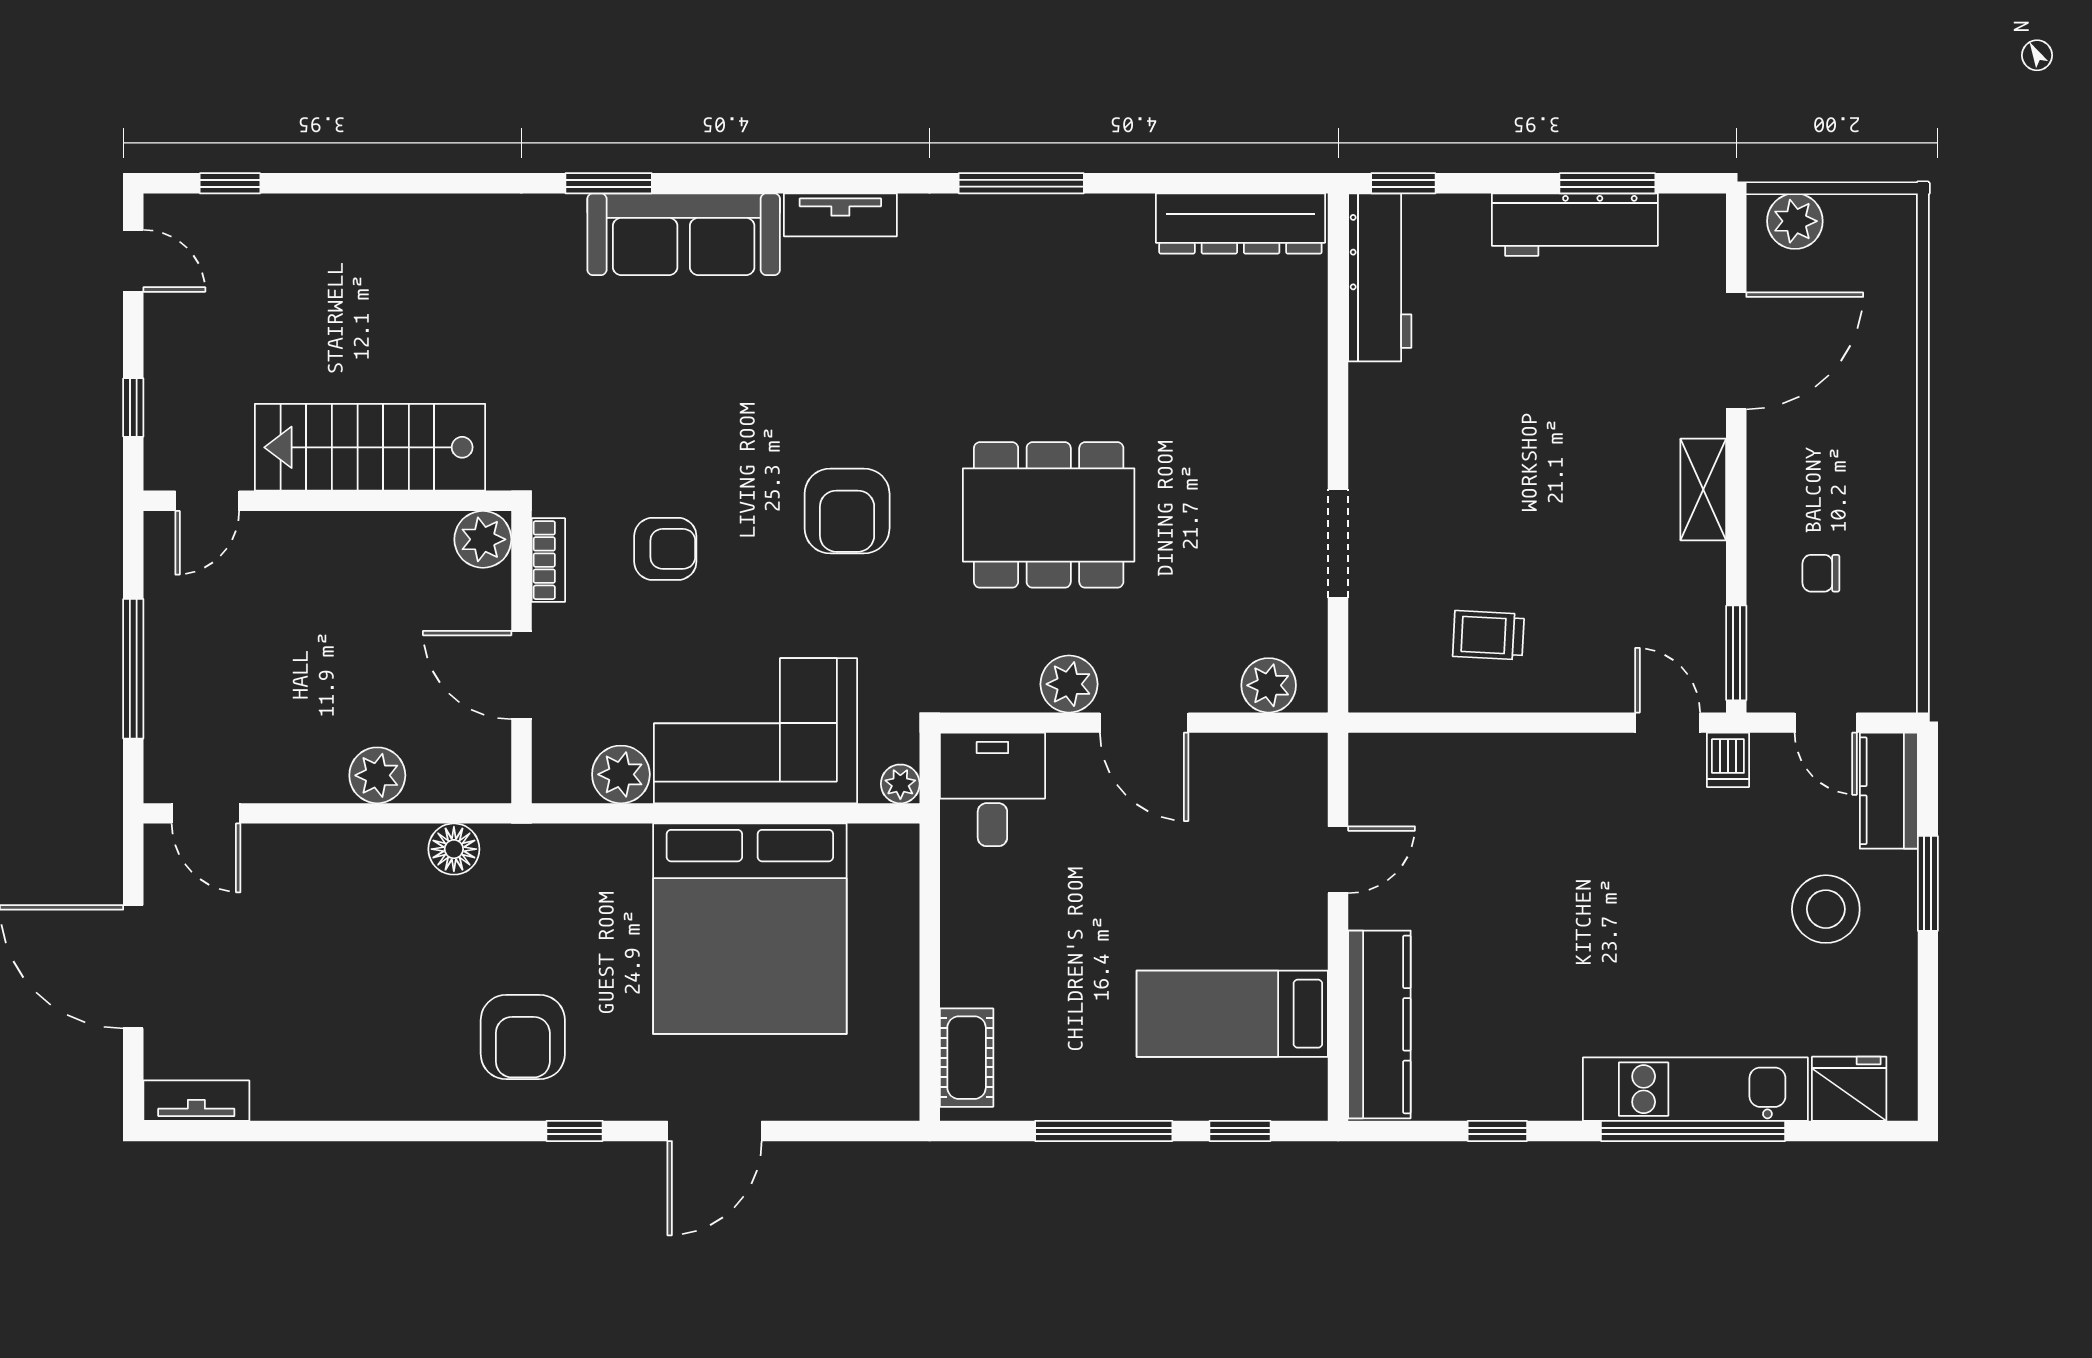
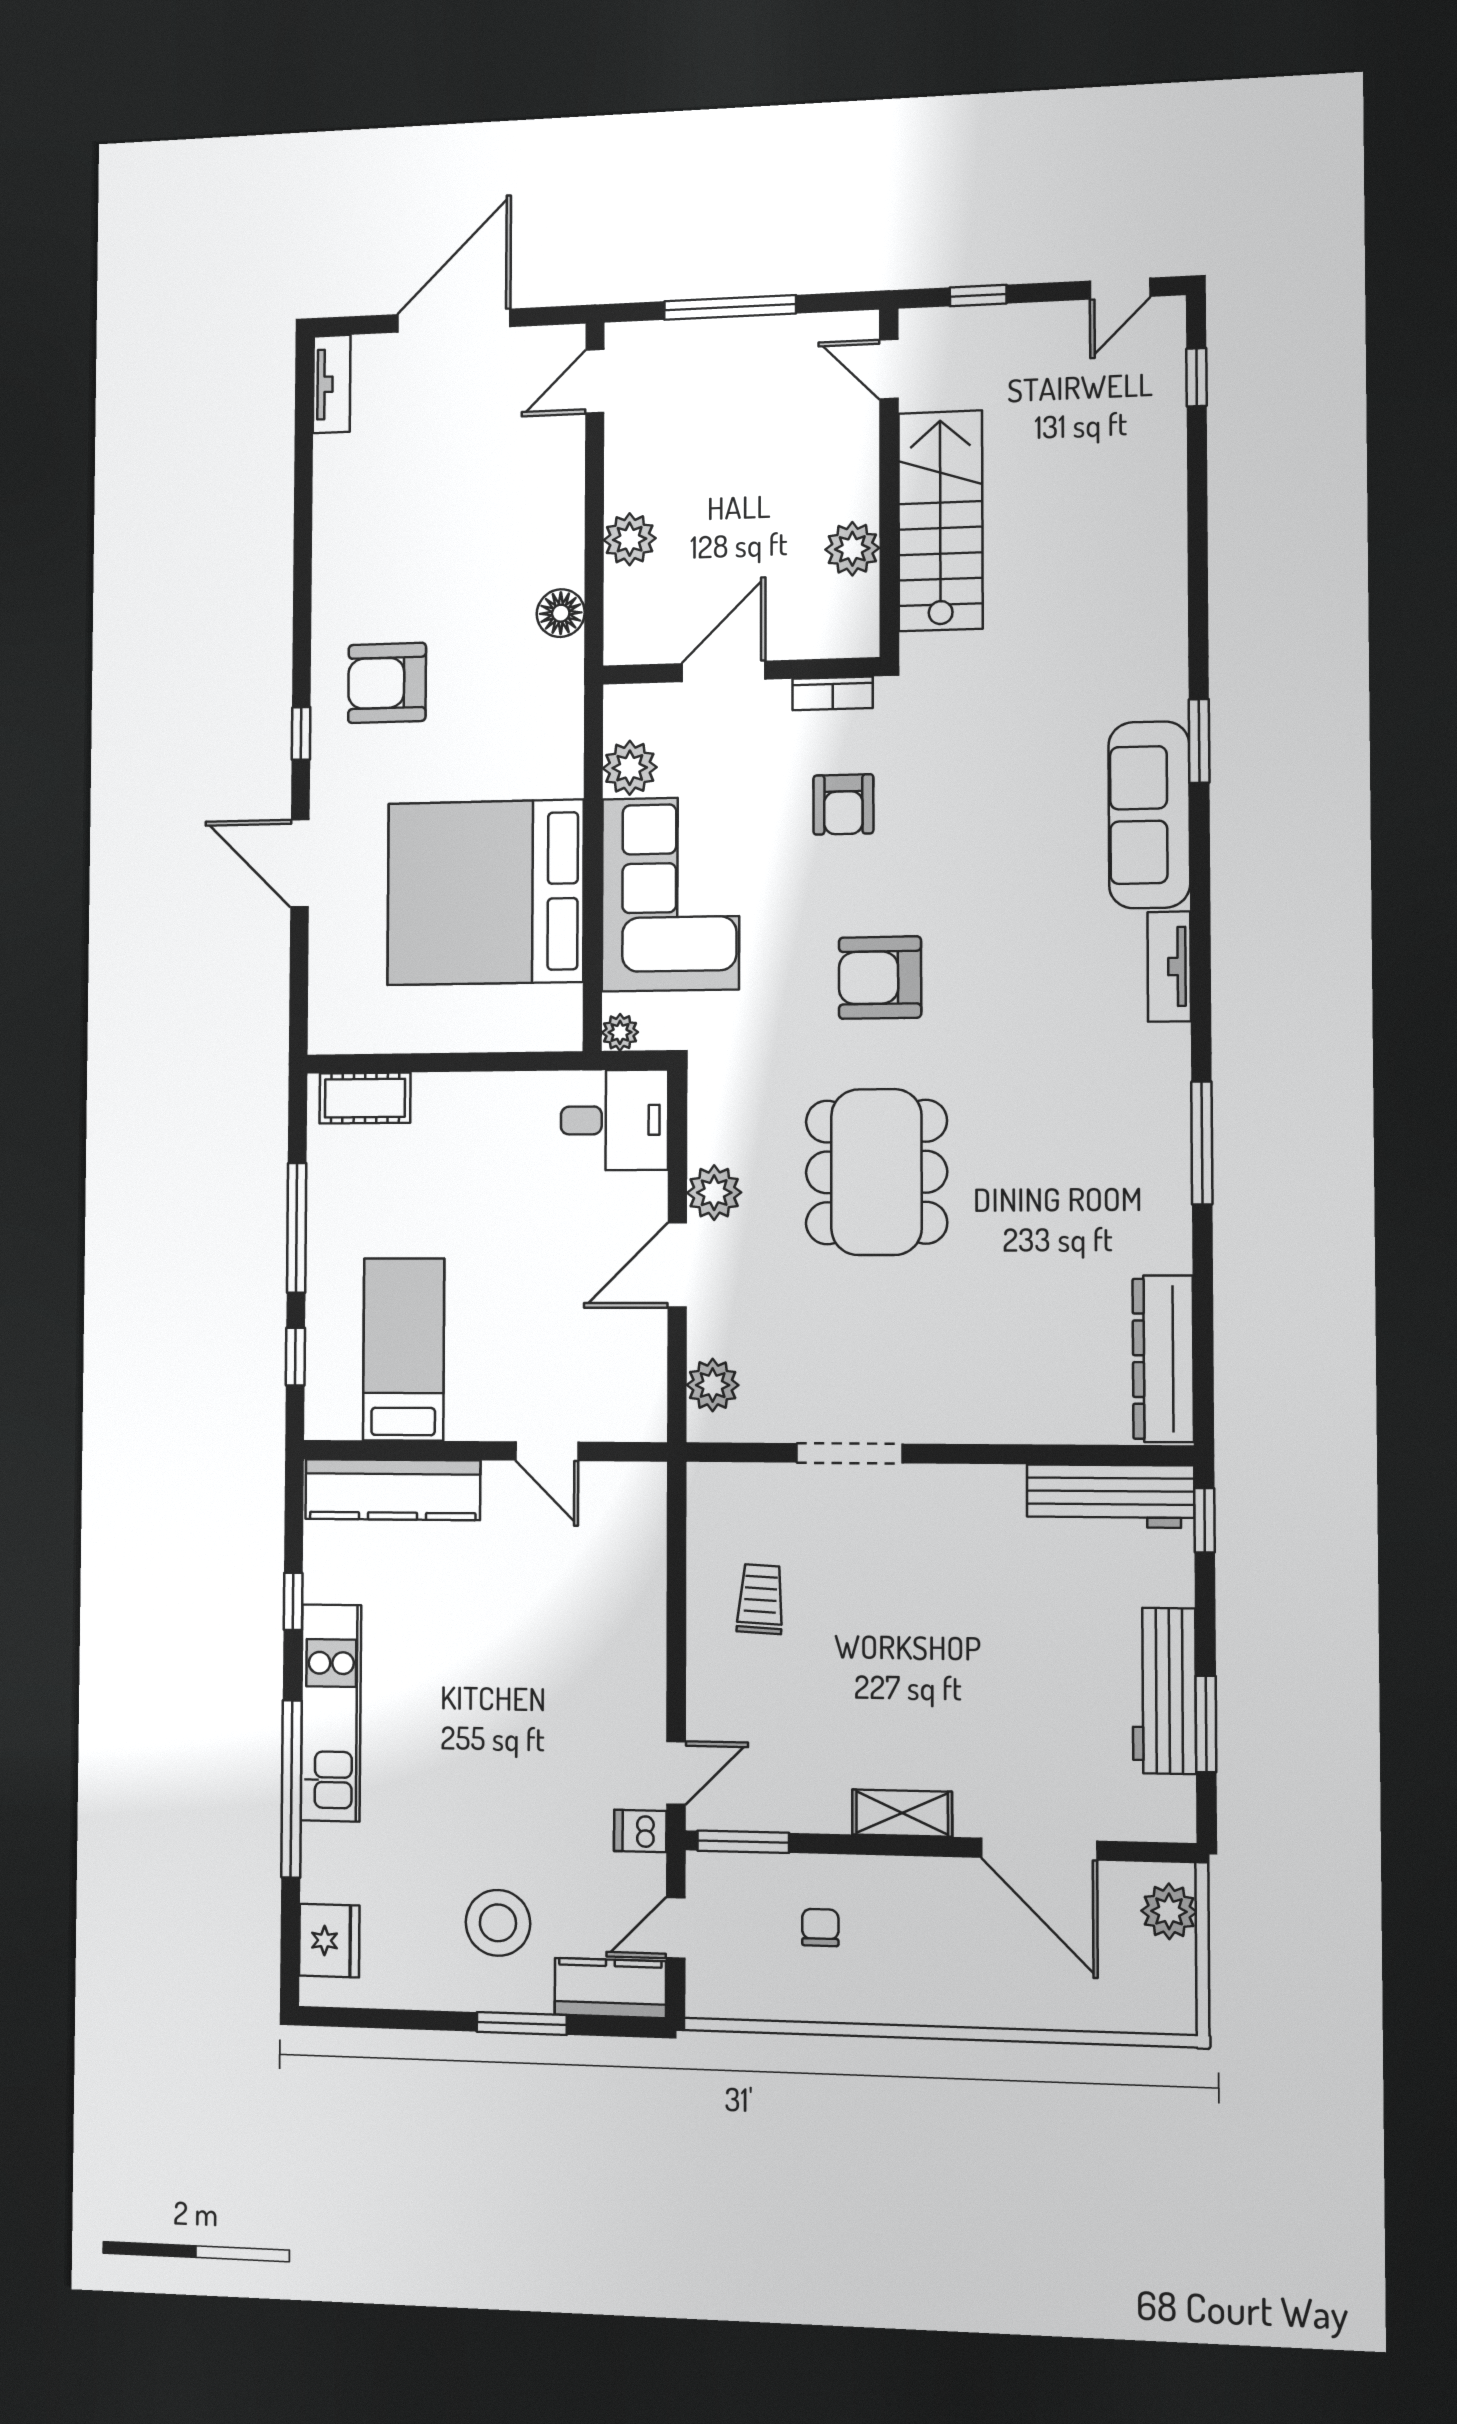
plant: (483, 539) -> (852, 549), moved
kitchen unit: (1695, 1089) -> (331, 1713), moved

